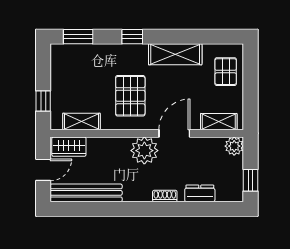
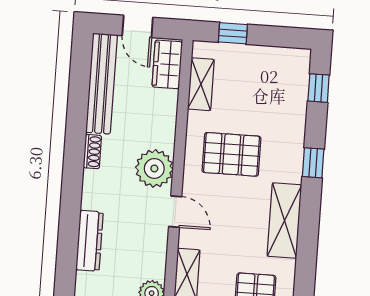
window: (78, 37) -> (319, 88), width x0.67
door: (174, 133) -> (175, 212), width x0.73
dresser: (200, 193) -> (90, 241), width x1.44
shoe rack: (165, 196) -> (92, 152), moved

